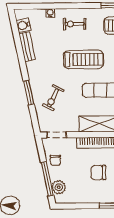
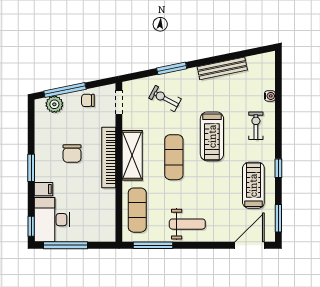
water cooler: (23, 25) -> (255, 63), removed
bench: (27, 47) -> (222, 68), width x1.36
chair: (98, 173) -> (72, 153), turned 180

